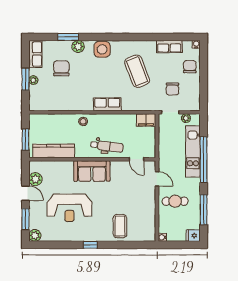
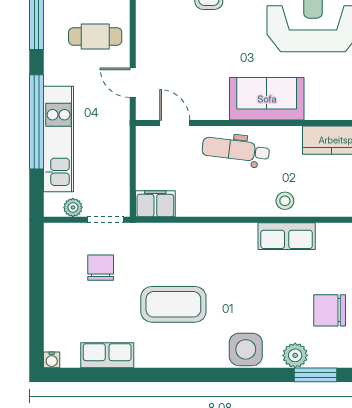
chair: (190, 67) -> (65, 314), removed
chair: (61, 68) -> (330, 310), turned 90
coffee table: (137, 71) -> (173, 304), turned -69
row of seats: (107, 104) -> (287, 236), moved

